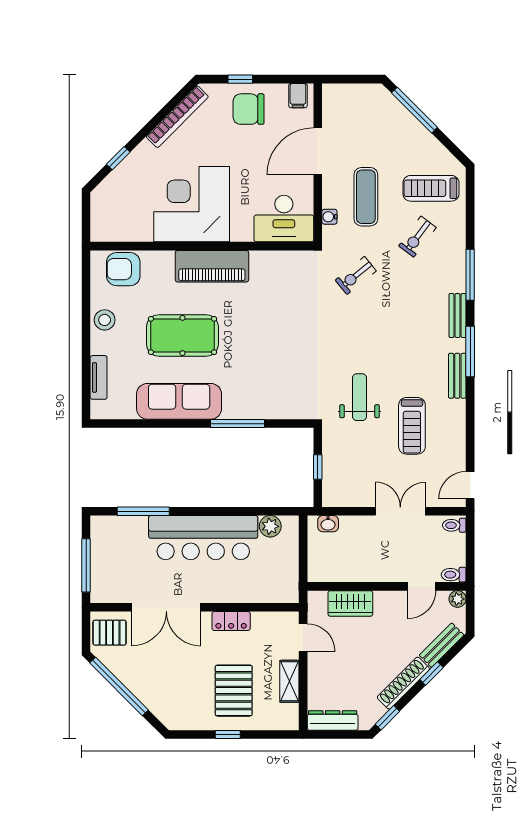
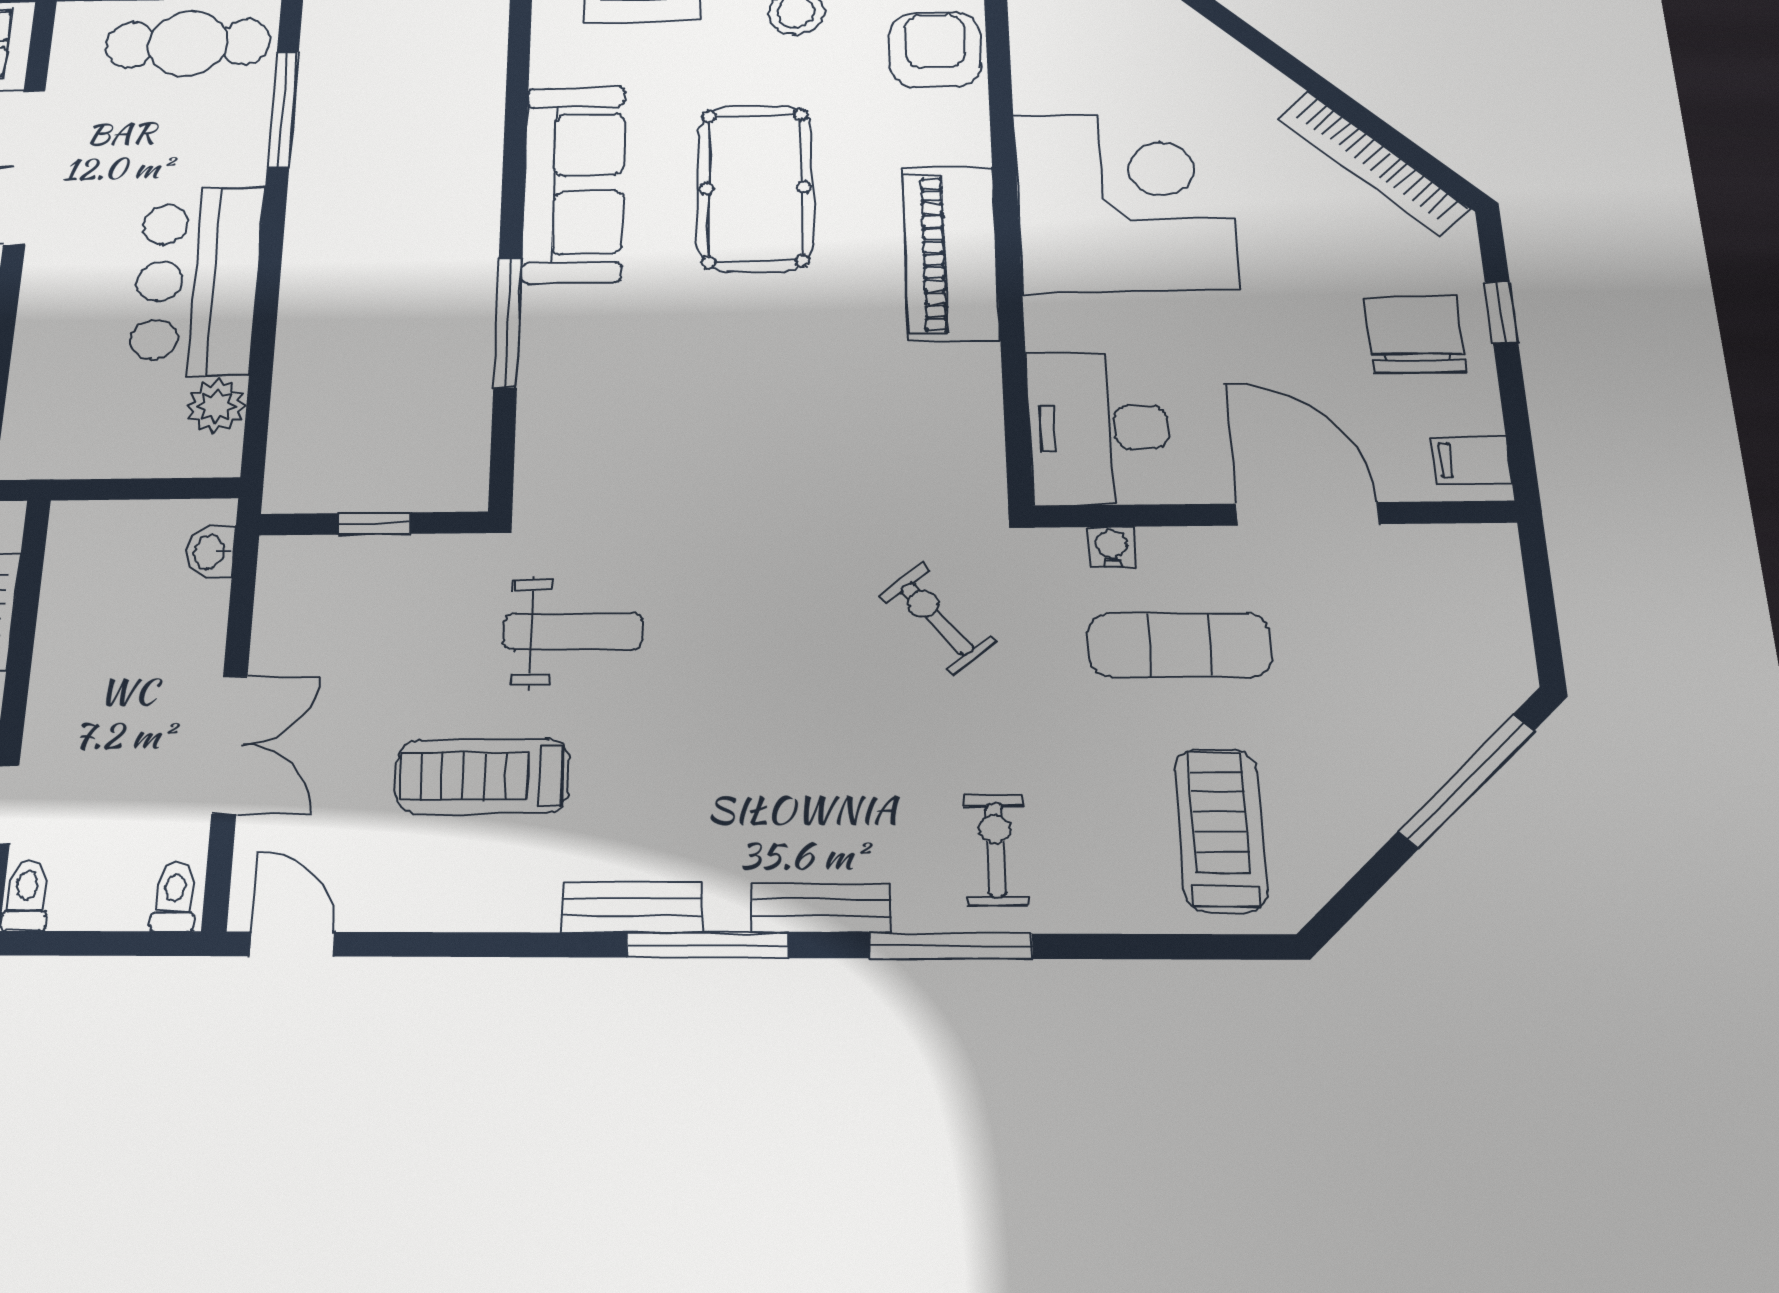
window: (118, 158) -> (1240, 31), removed
exercise bike: (417, 237) -> (996, 850), moved, turned 53
bar counter: (203, 538) -> (197, 281), width x0.73
cafe table: (112, 550) -> (188, 43), added

